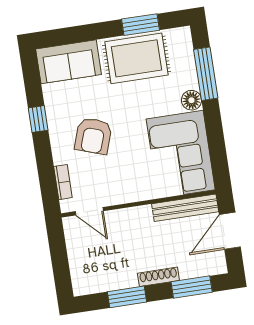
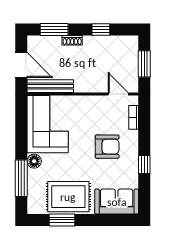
armchair: (93, 136) -> (107, 147), turned 71
door: (230, 231) -> (21, 65), hinge flipped
window: (59, 258) -> (144, 64), added
shoe rack: (158, 277) -> (72, 40), width x0.70
window: (127, 297) -> (101, 30), width x0.67

